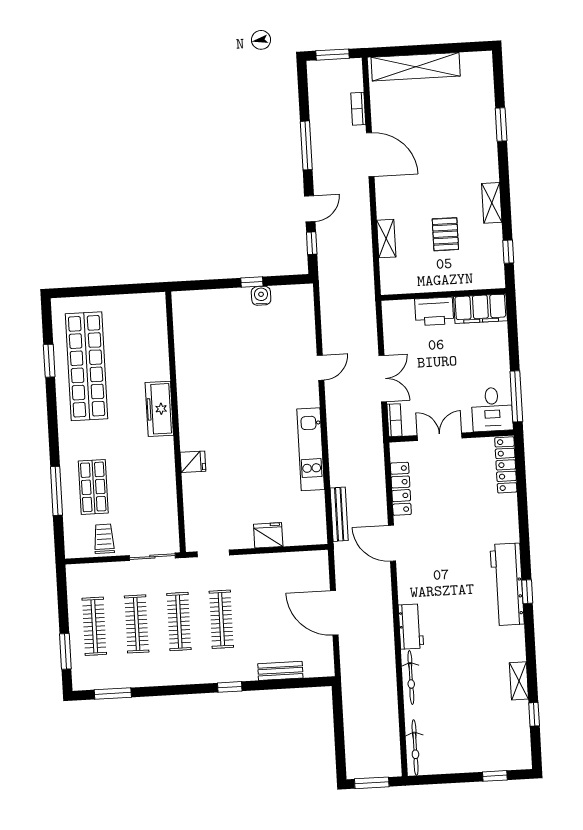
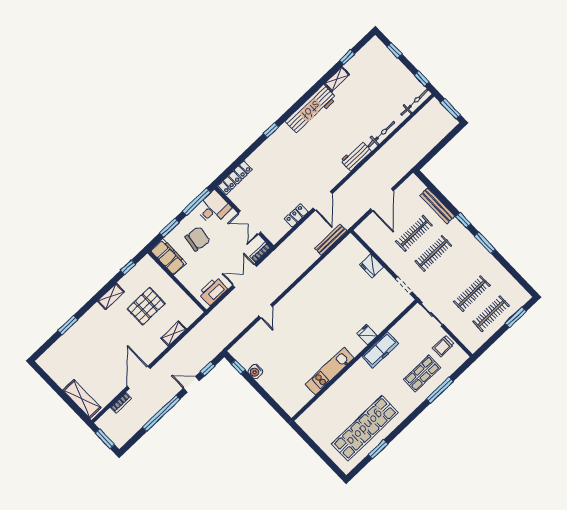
shelving: (416, 67) -> (82, 399), width x0.68
window: (306, 145) -> (161, 413), width x1.46
pallet: (445, 234) -> (146, 306), width x1.50, depth x1.42
window: (252, 282) -> (238, 367), moved
printer: (434, 311) -> (213, 291), moved, turned -90
window: (513, 339) -> (169, 228), added
chair: (472, 361) -> (198, 239), added
door: (321, 368) -> (266, 311), swing flipped
freezer: (159, 409) -> (380, 350), moved
kitchen unit: (311, 449) -> (330, 371), moved, turned 180
locker: (401, 489) -> (296, 215), width x0.66
workbench: (507, 584) -> (311, 110), moved
window: (527, 592) -> (271, 130), moved
clothes rail: (179, 622) -> (414, 233), moved
bench: (280, 671) -> (437, 206), width x1.36
window: (113, 693) -> (485, 243), moved
window: (435, 779) -> (422, 79), added

